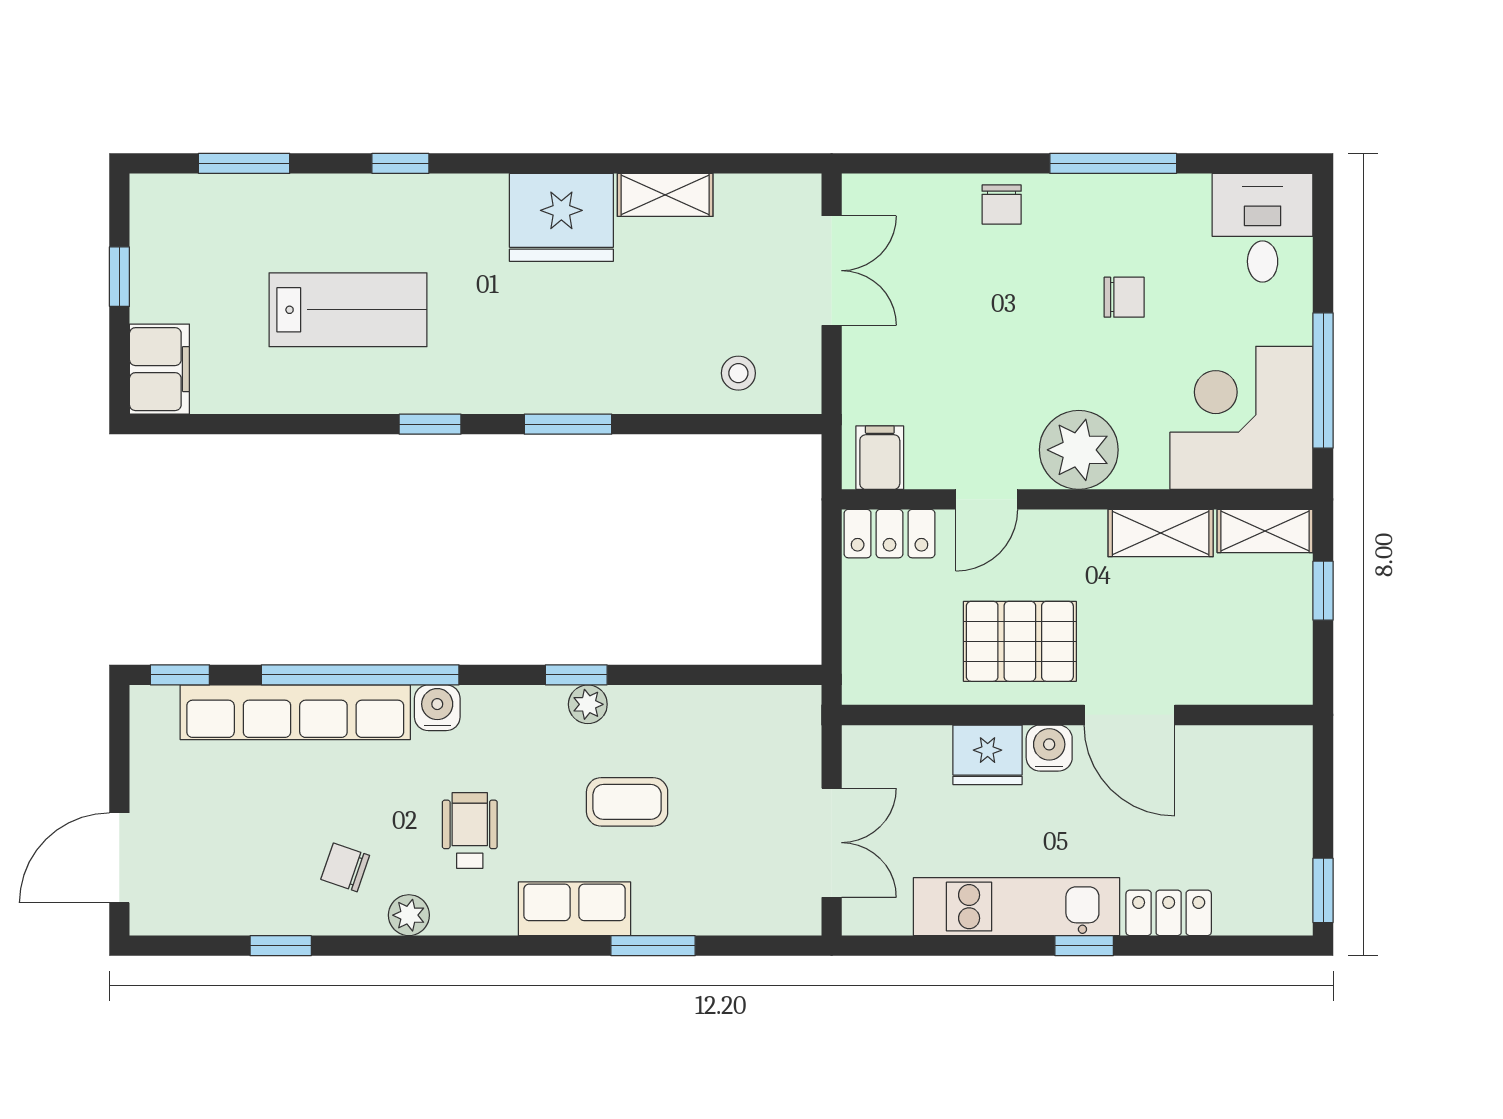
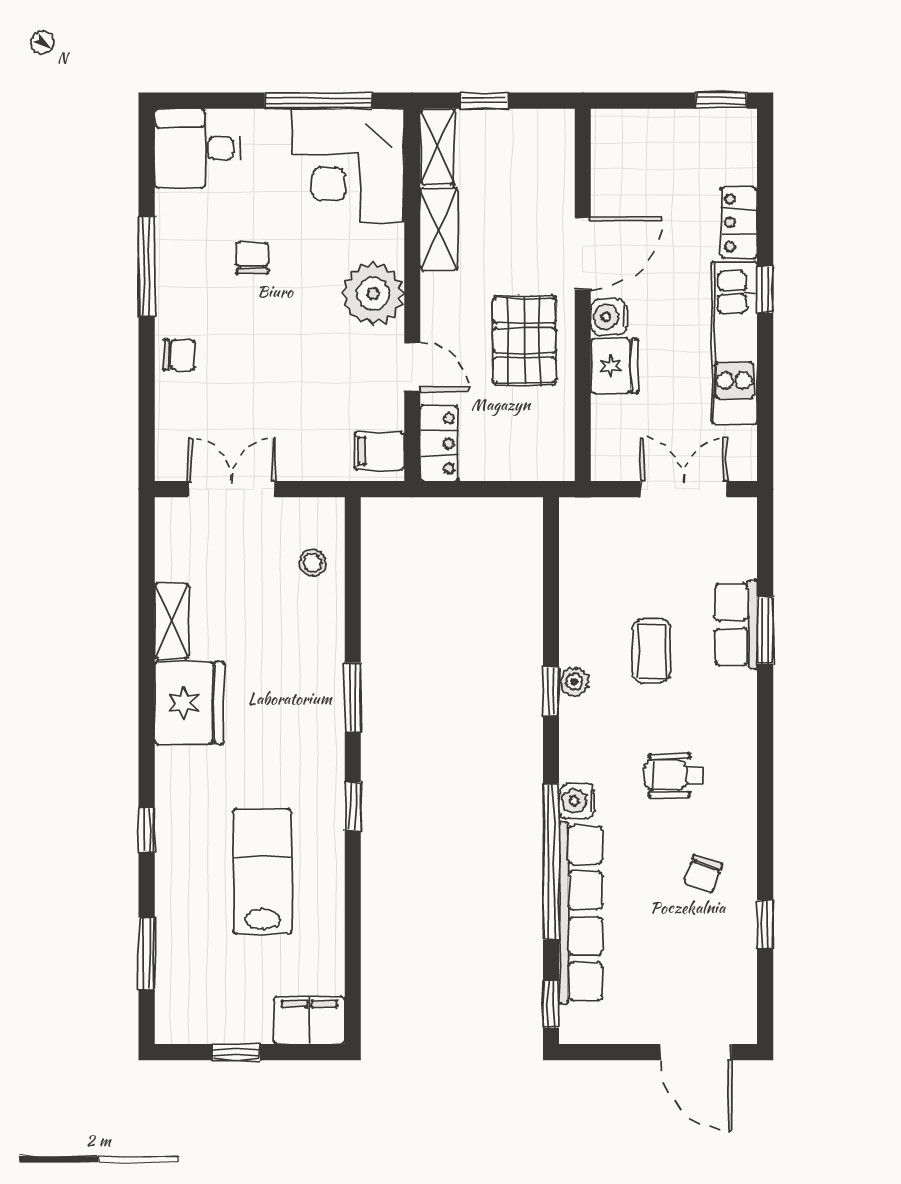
row of seats: (574, 909) -> (736, 624), moved
plant: (409, 915) -> (741, 823), removed

